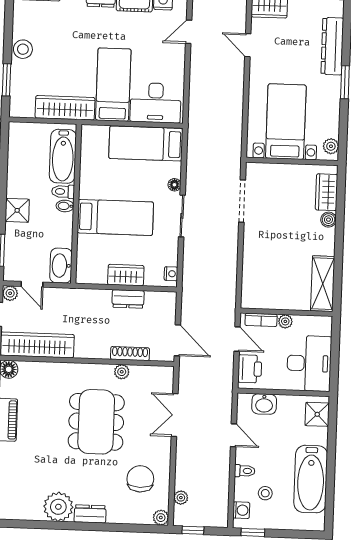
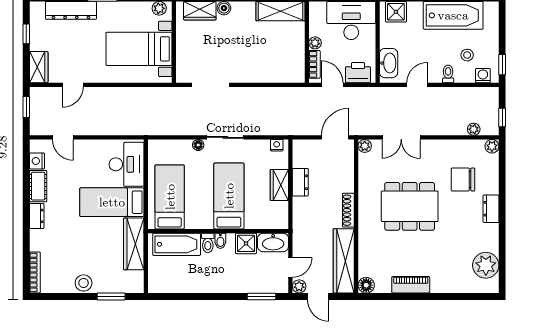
bed: (146, 144) -> (170, 197), moved, turned 180
shower: (17, 210) -> (246, 243), moved
door: (237, 339) -> (332, 85), hinge flipped
shoe rack: (130, 354) -> (348, 210), moved
plant: (122, 372) -> (365, 146), moved
washbasin: (264, 404) -> (389, 63), width x1.38
chair: (140, 479) -> (463, 179), moved
plant: (58, 507) -> (486, 265), moved

